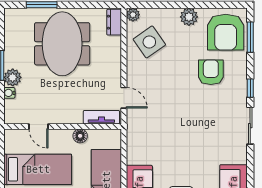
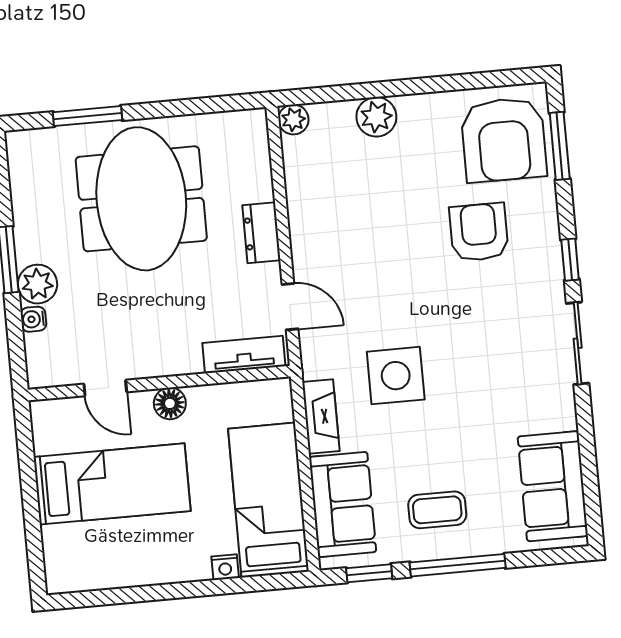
plant: (189, 17) -> (376, 117), moved
dresser: (114, 22) -> (261, 233), moved
side table: (149, 42) -> (396, 376), moved, turned 35
floor lamp: (80, 136) -> (170, 403), moved
fireplace: (133, 148) -> (321, 417), added

